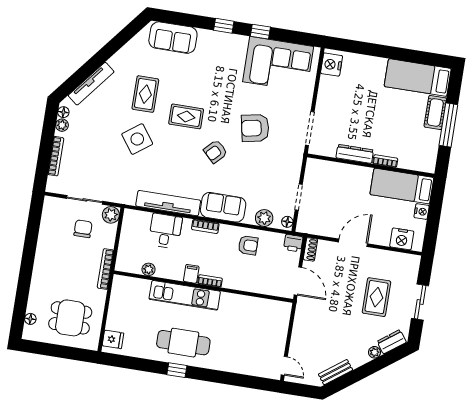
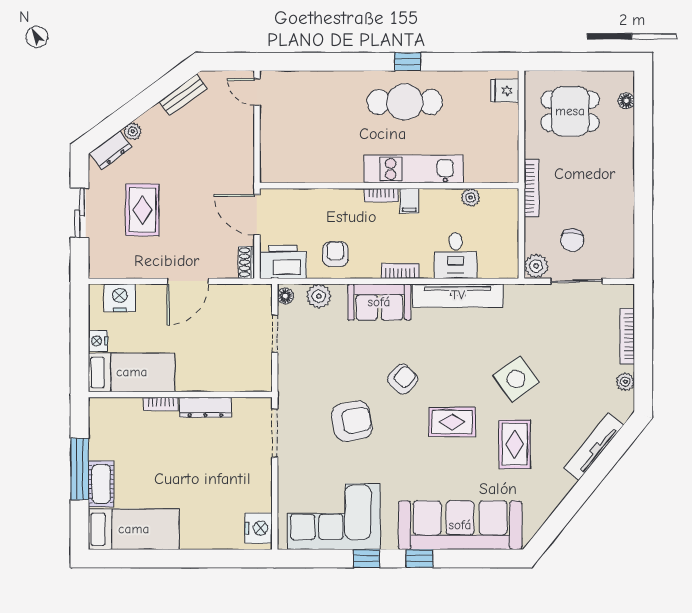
sofa: (173, 38) -> (460, 525), width x1.85, depth x1.27
floor lamp: (63, 112) -> (626, 400), removed
printer: (293, 243) -> (283, 262), width x1.87, depth x1.48
armchair: (248, 245) -> (335, 254), turned 90

